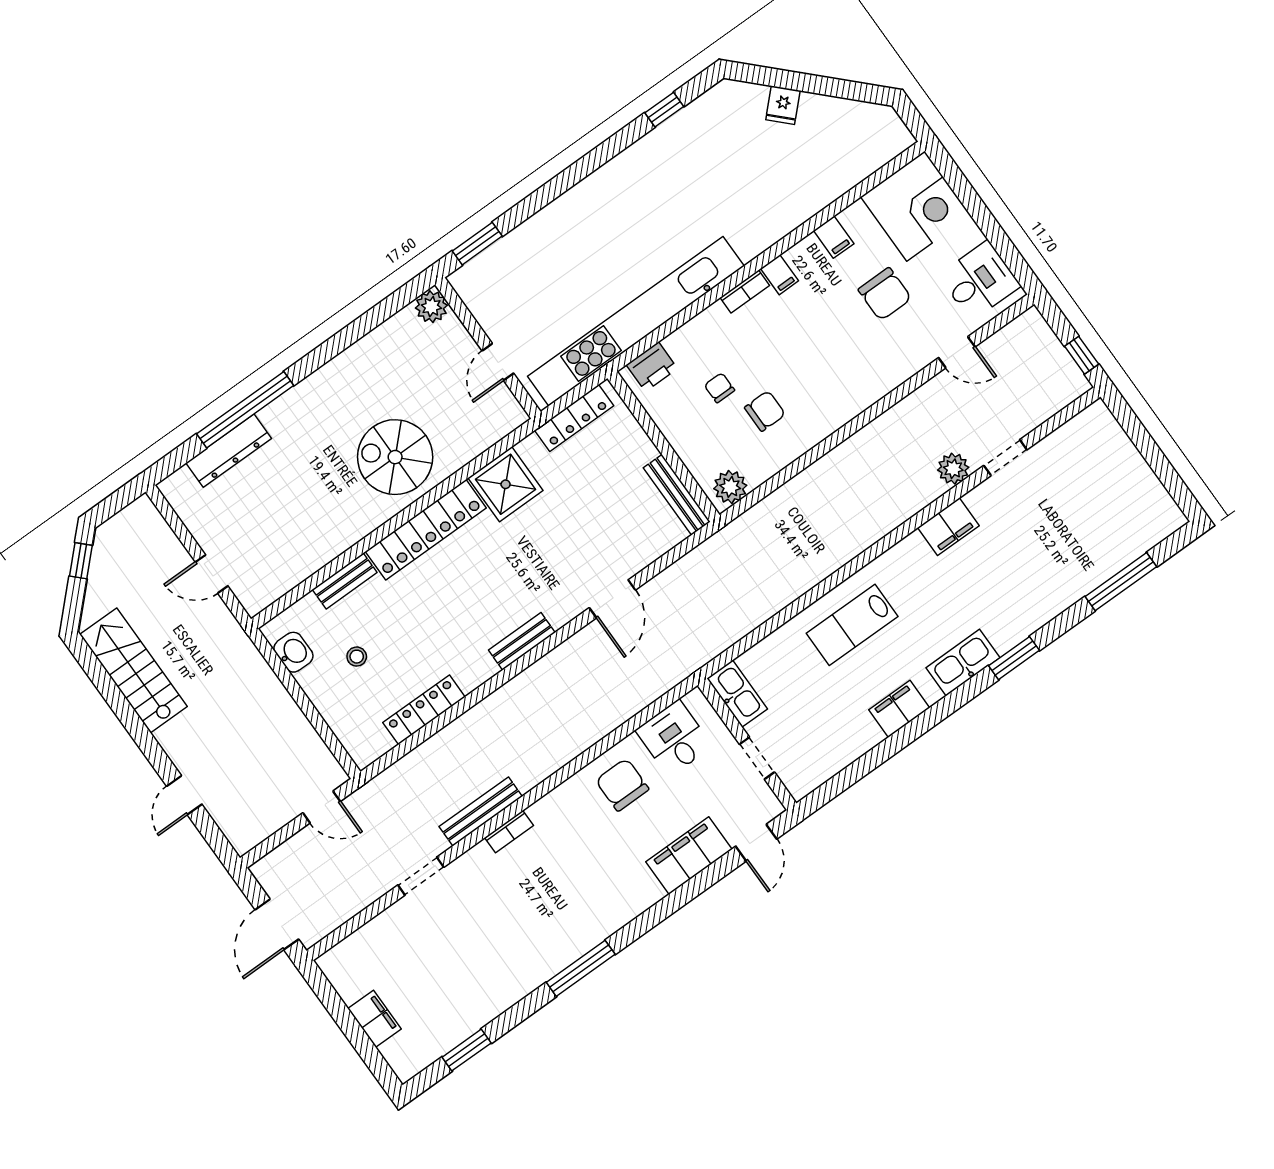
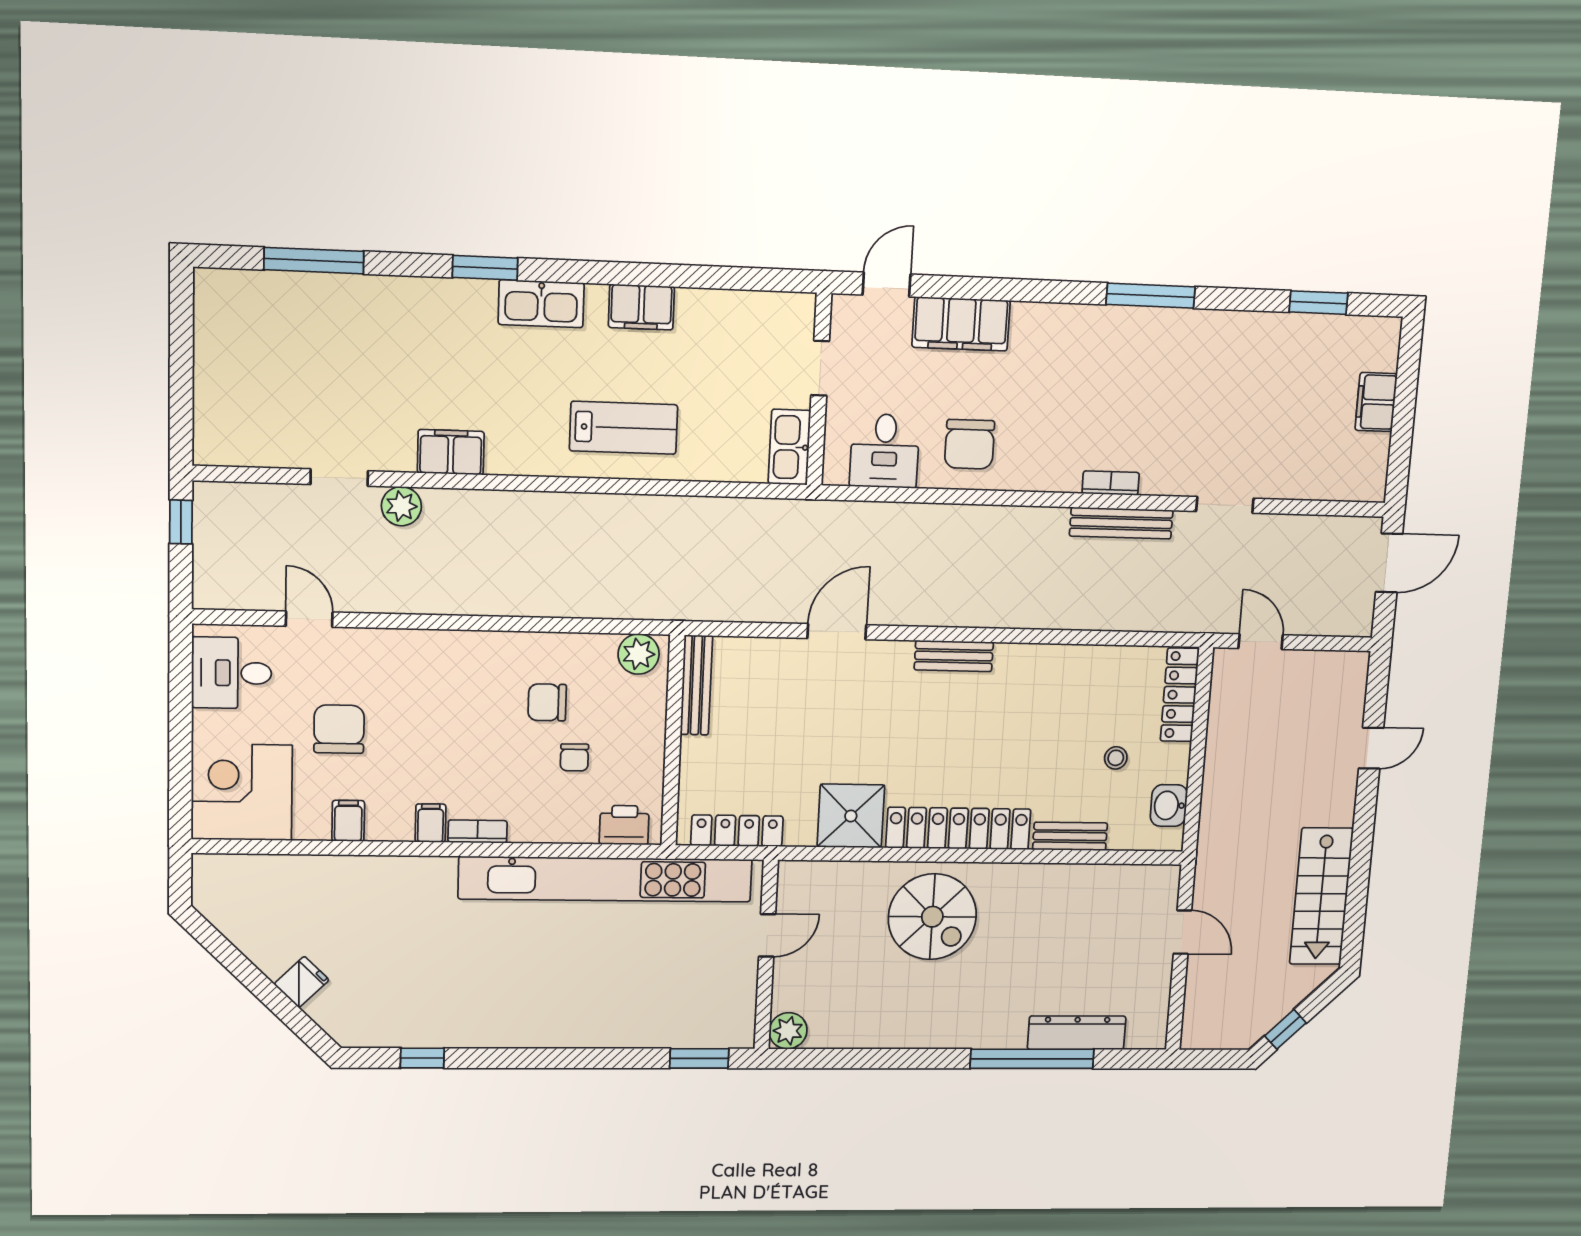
locker: (424, 710) -> (1180, 695), moved, turned 90

